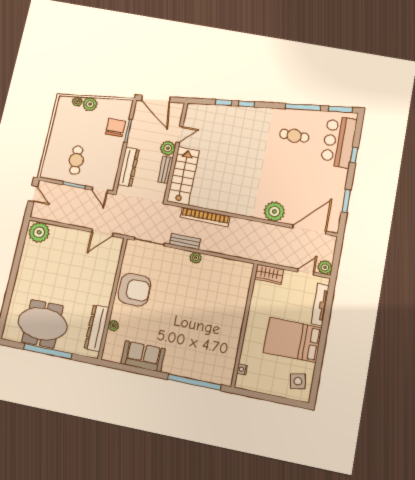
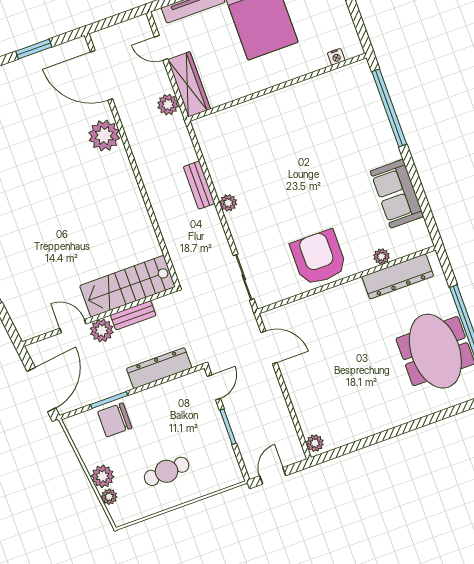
cafe table: (76, 160) -> (167, 471), moved
bookcase: (205, 217) -> (166, 223), removed
plant: (39, 232) -> (315, 443), width x0.53, depth x0.53
bench: (185, 242) -> (199, 185), moved
plant: (325, 267) -> (168, 105), moved
wardrobe: (269, 274) -> (189, 84), width x1.50

